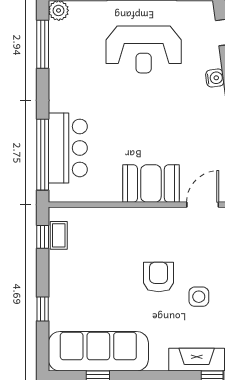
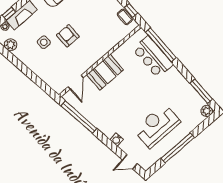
armchair: (159, 277) -> (68, 36), turned 180

